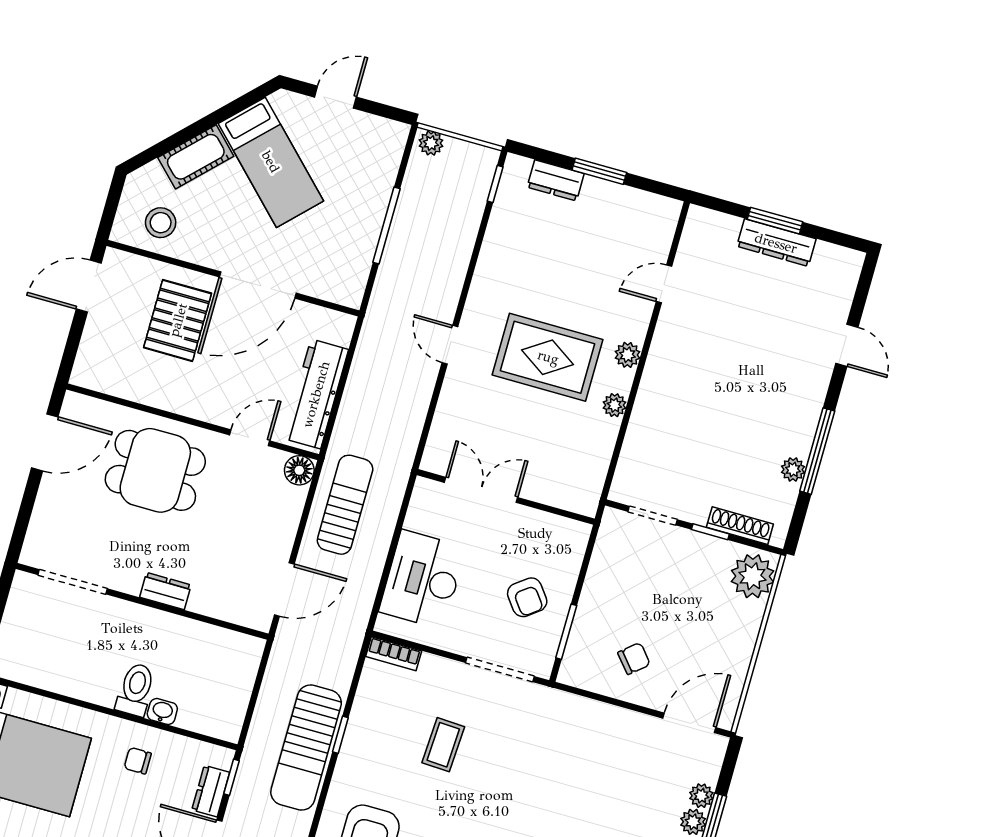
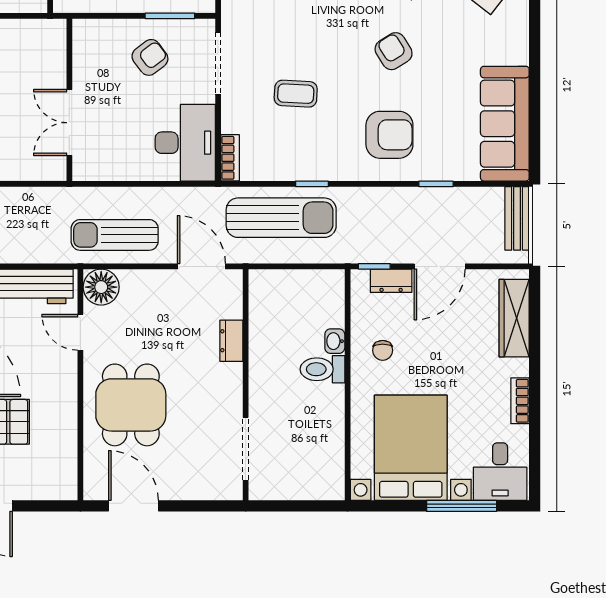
floor lamp: (299, 470) -> (101, 287), width x1.38, depth x1.38
desk: (422, 580) -> (185, 143), moved, turned -90
dresser: (165, 591) -> (231, 341), moved
sun lounger: (306, 748) -> (281, 218), moved

